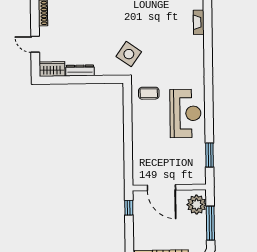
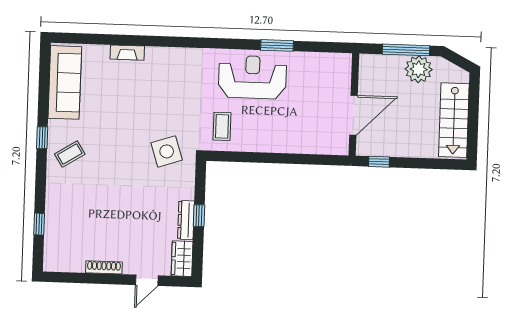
side table: (129, 54) -> (167, 151), turned 37
window: (84, 80) -> (199, 216), added
window: (210, 155) -> (277, 45), moved
plant: (197, 205) -> (419, 69), moved

